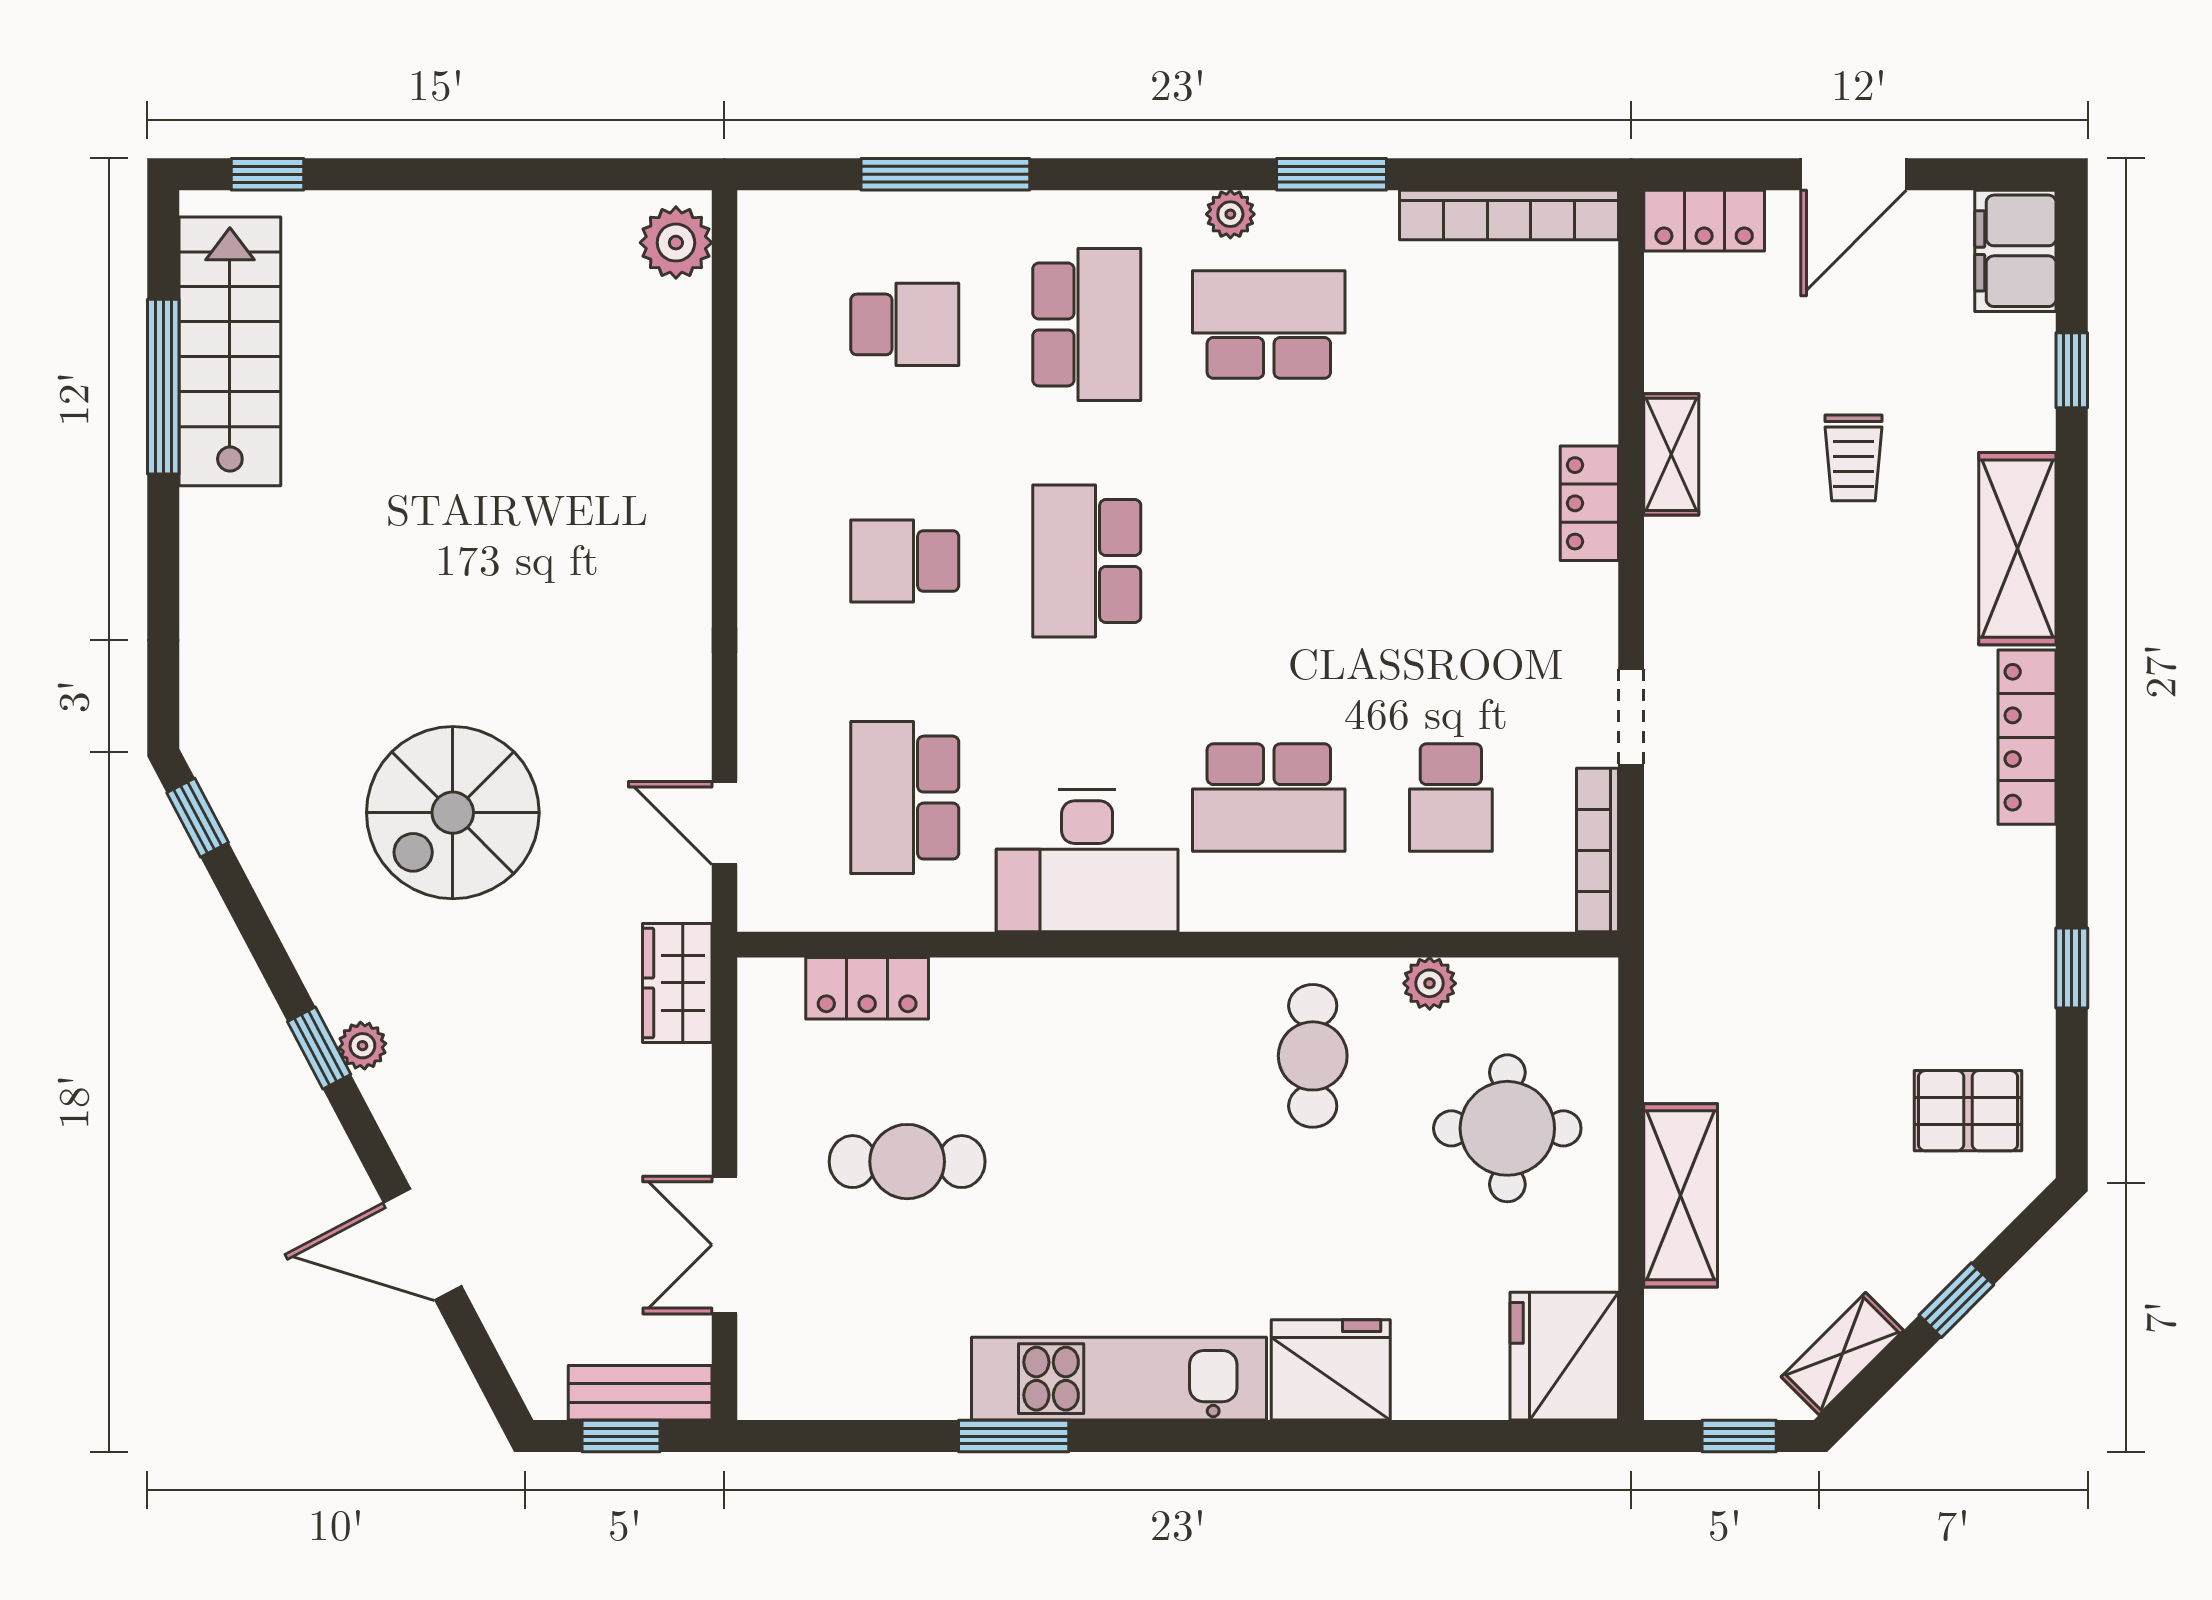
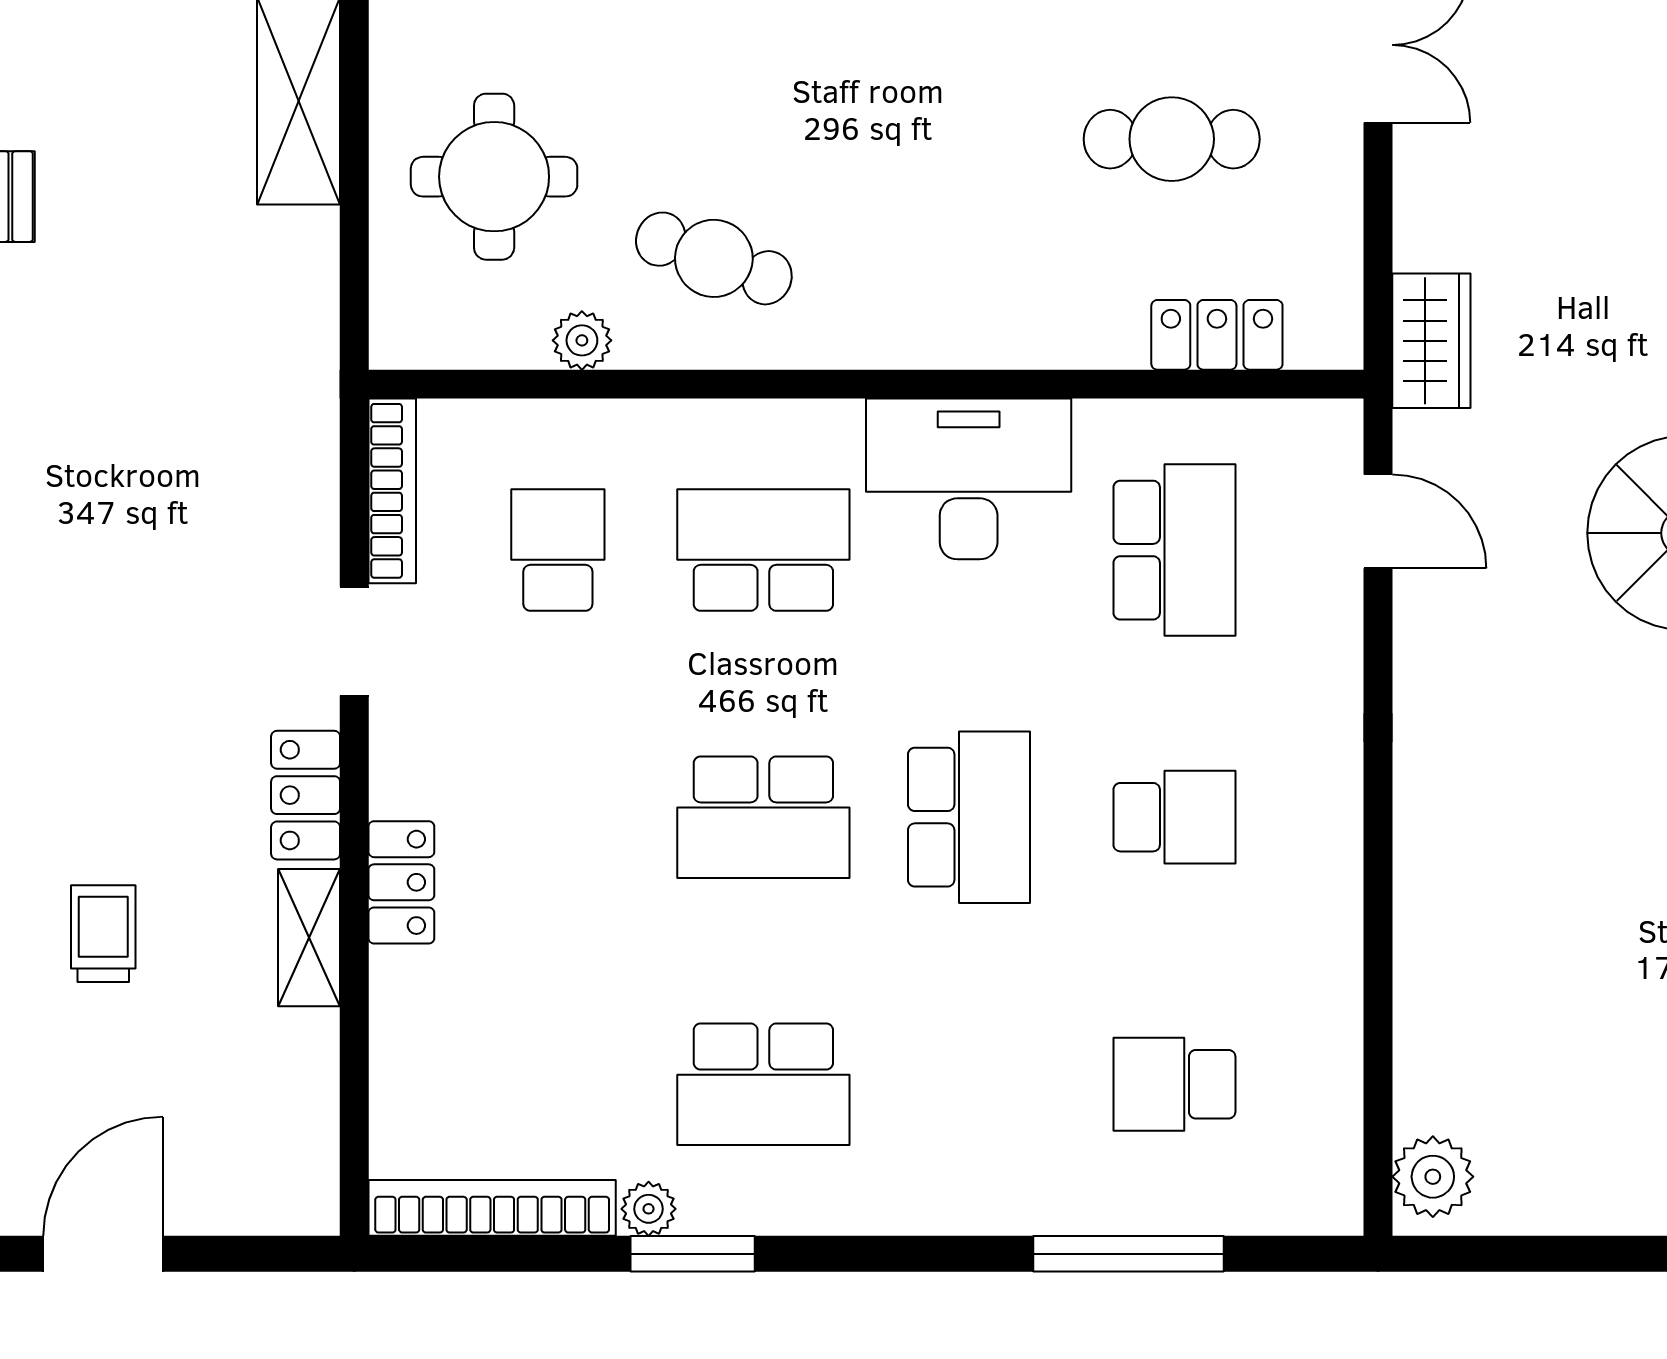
plant: (1230, 214) -> (649, 1209), moved
locker: (1704, 221) -> (306, 795), moved, turned -90
school desk: (1087, 324) -> (763, 817), moved, turned -90
cafe table: (1313, 1056) -> (714, 258), turned -70

